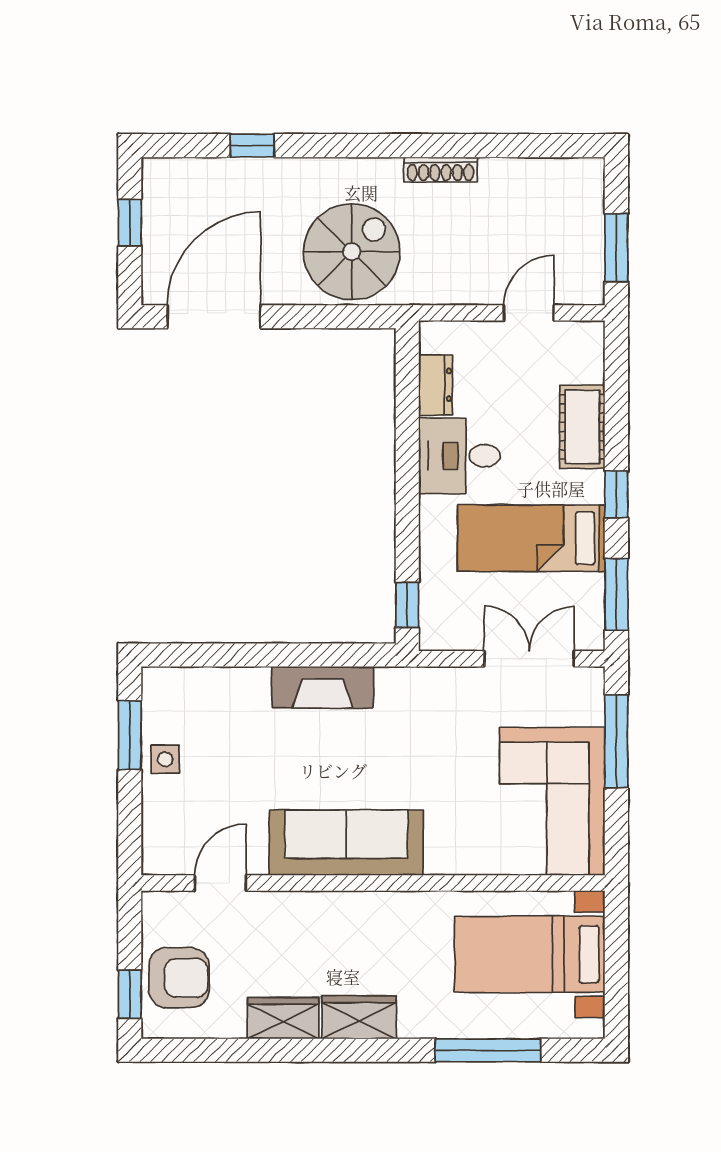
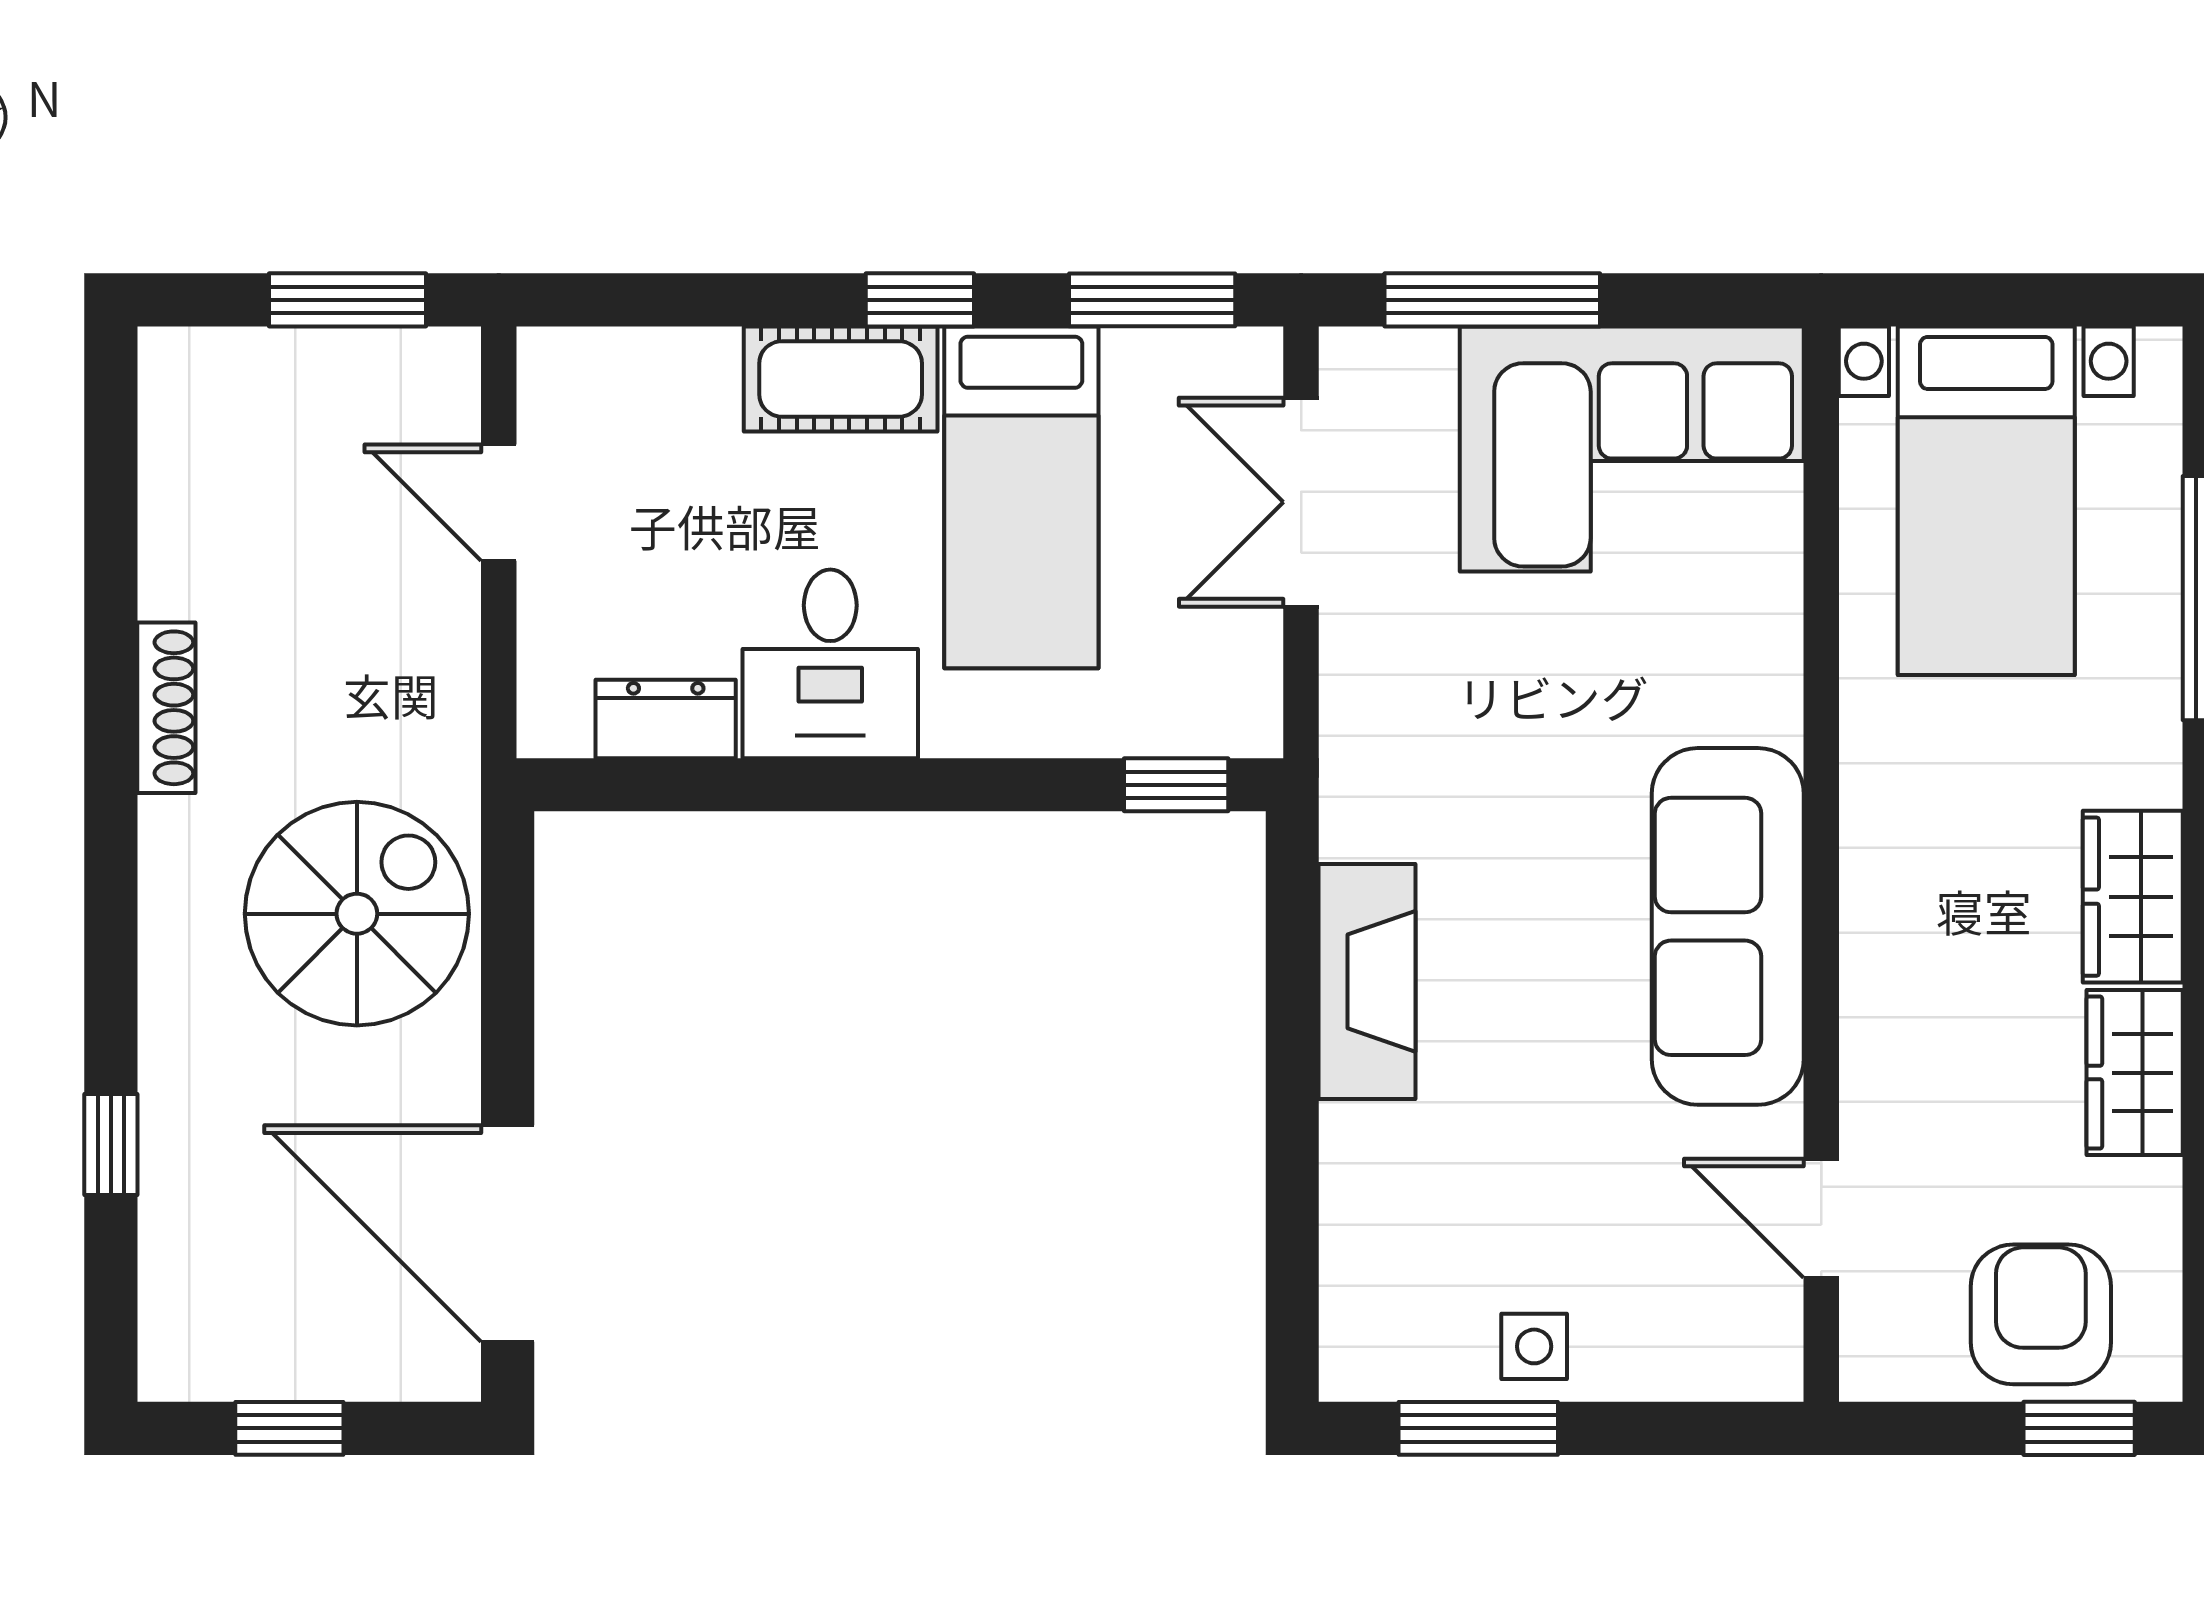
spiral stairs: (352, 252) -> (357, 914), turned 90
cot: (582, 427) -> (841, 379), moved

